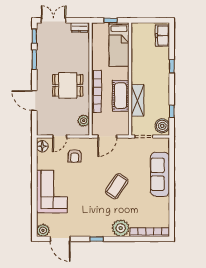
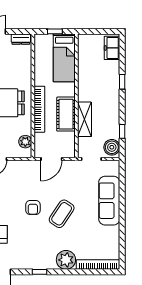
armchair: (75, 156) -> (33, 207), moved

